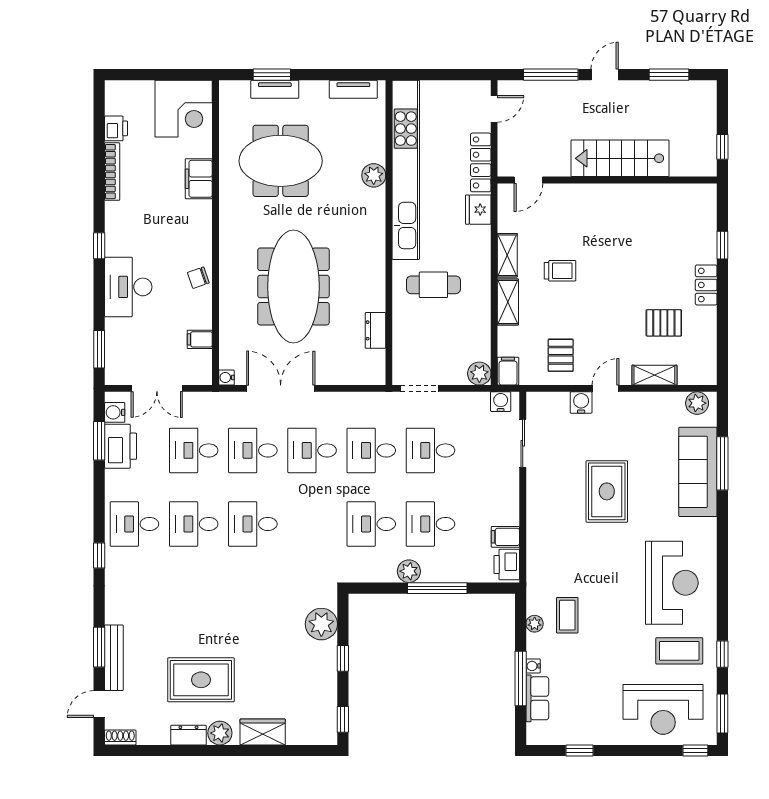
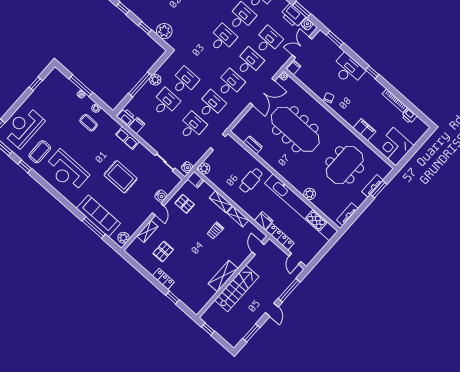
shelving: (620, 196) -> (223, 276), added
filing cabinet: (200, 339) -> (294, 68), moved
row of seats: (537, 698) -> (127, 138), moved

